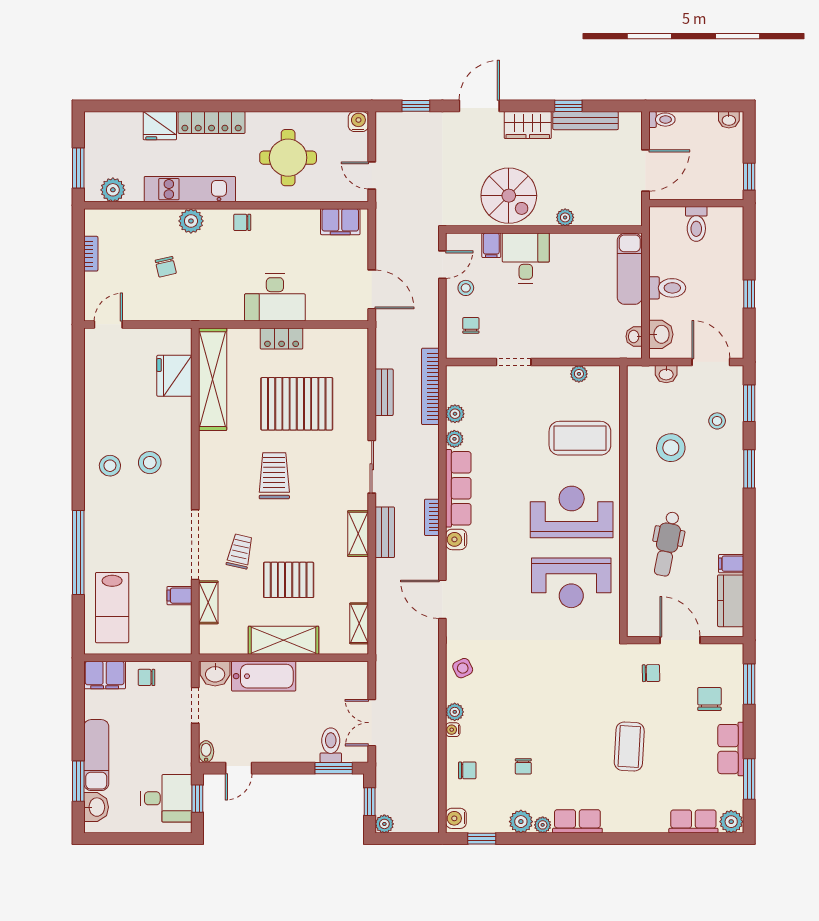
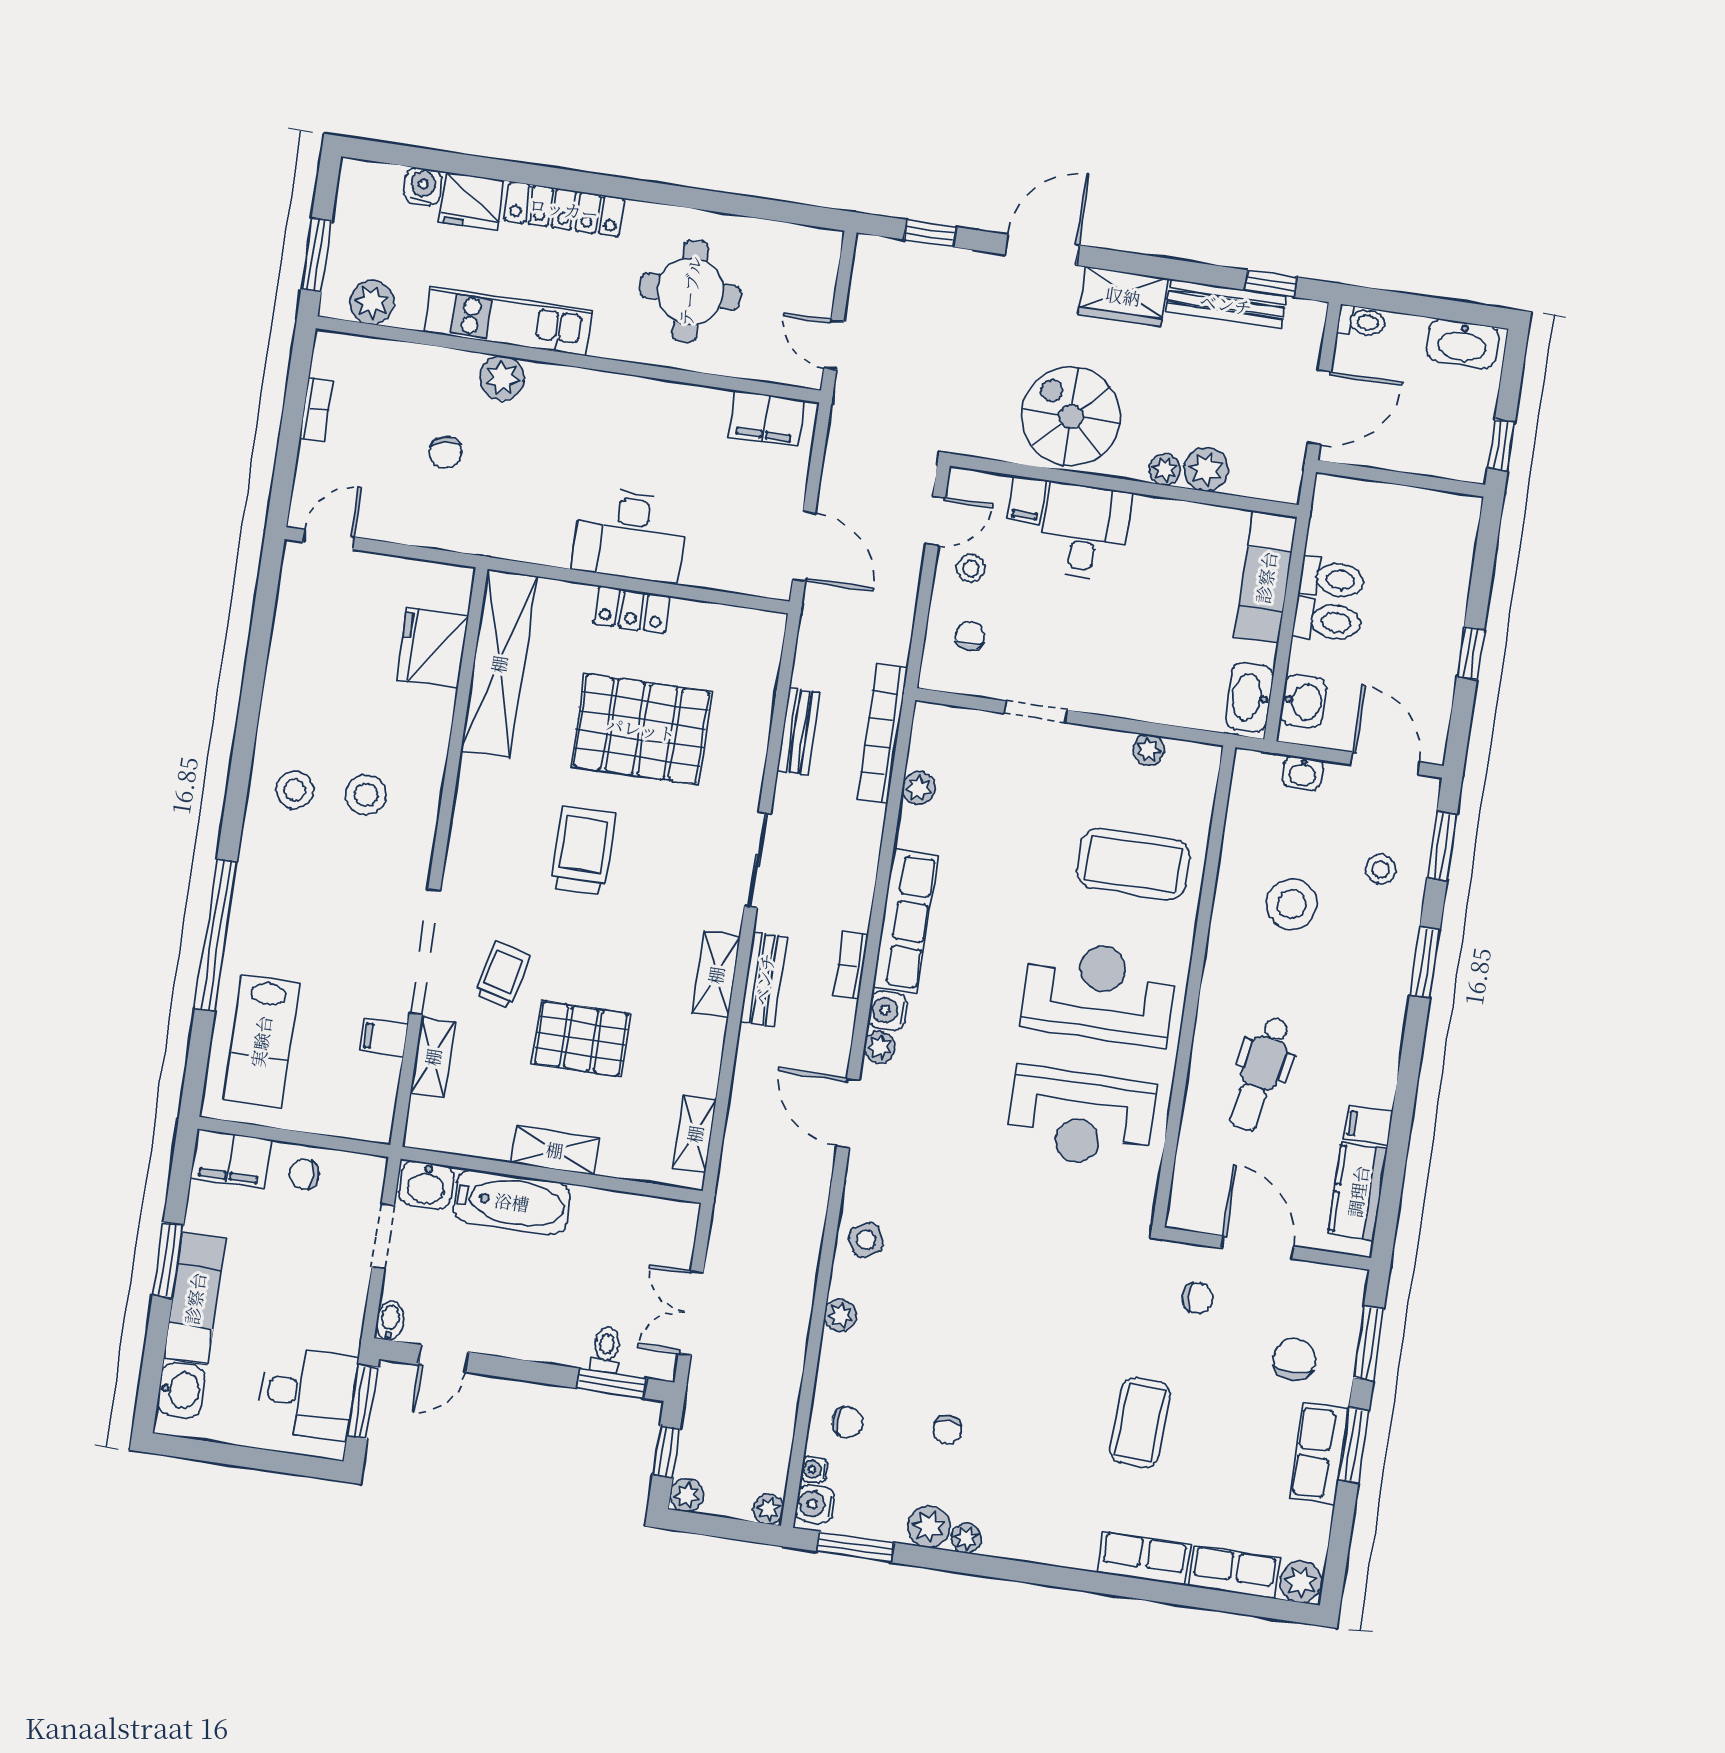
window: (568, 106) -> (1271, 284), moved
washbasin: (729, 120) -> (1463, 344), width x1.91, depth x1.45
water cooler: (358, 122) -> (423, 187), moved
spiral stairs: (509, 196) -> (1071, 416), turned 180
plant: (588, 214) -> (1206, 469), added
chair: (242, 222) -> (592, 394), removed
toilet: (696, 224) -> (1332, 579), moved, turned -90
washbasin: (634, 336) -> (1249, 697), width x1.91, depth x1.45
plant: (454, 439) -> (880, 1047), moved
shelving: (284, 640) -> (555, 1150), width x0.67, depth x0.75
water cooler: (453, 730) -> (814, 1470), moved
toilet: (331, 745) -> (606, 1350), width x0.73, depth x0.72
window: (749, 779) -> (1354, 1445), moved
window: (78, 781) -> (168, 1260), moved
window: (197, 799) -> (363, 1402), width x1.50
row of seats: (577, 821) -> (1144, 1558), moved
plant: (431, 825) -> (768, 1509), added
window: (482, 839) -> (855, 1547), width x1.50

